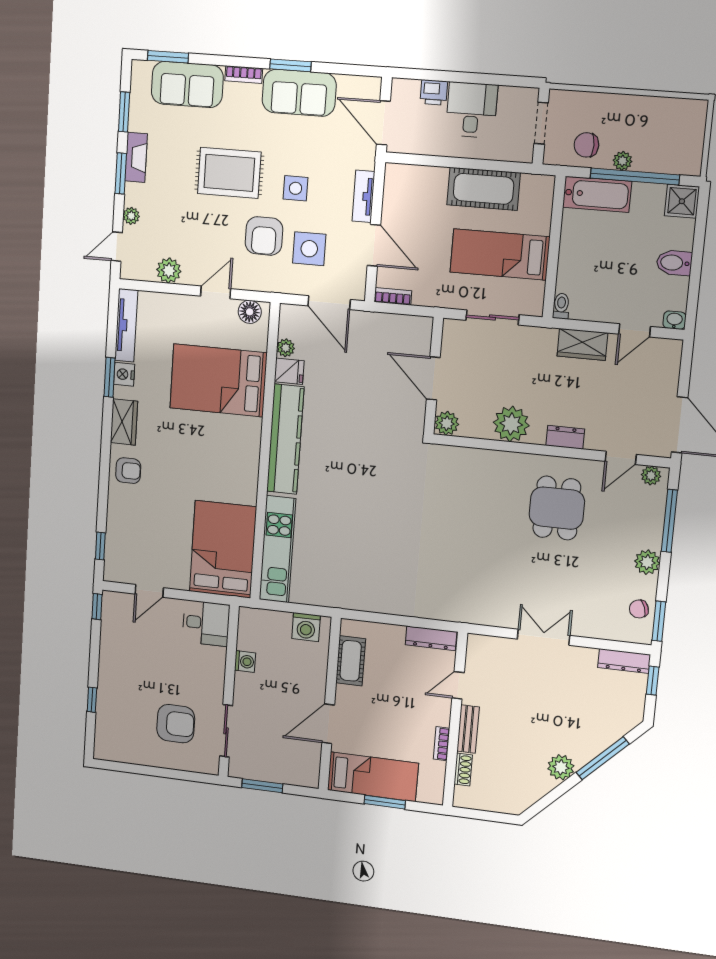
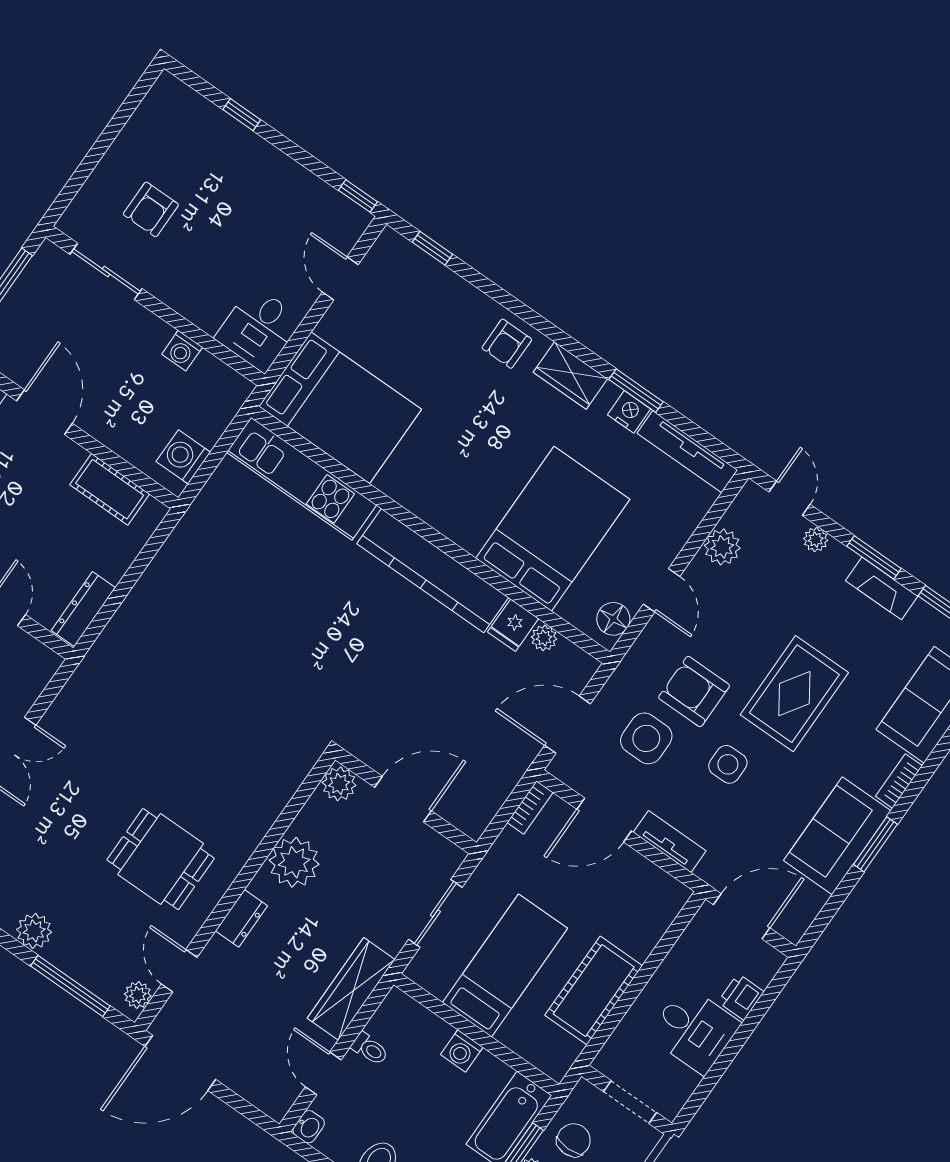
washing machine: (570, 250) -> (462, 1051), added
toilet: (561, 306) -> (370, 1049), moved
wardrobe: (582, 344) -> (351, 989), width x1.50
armchair: (176, 724) -> (151, 209), width x0.72, depth x0.72

